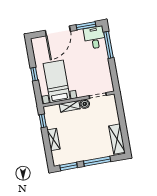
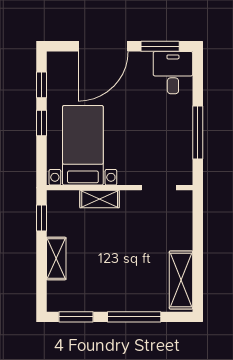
window: (109, 45) -> (198, 132), moved
window: (31, 55) -> (41, 85), added
boiler: (85, 104) -> (130, 199), removed

